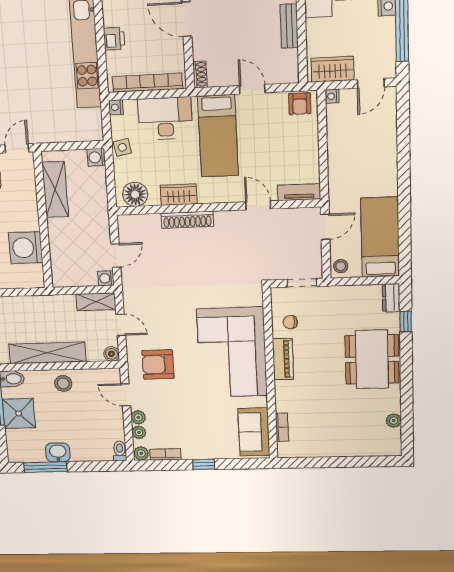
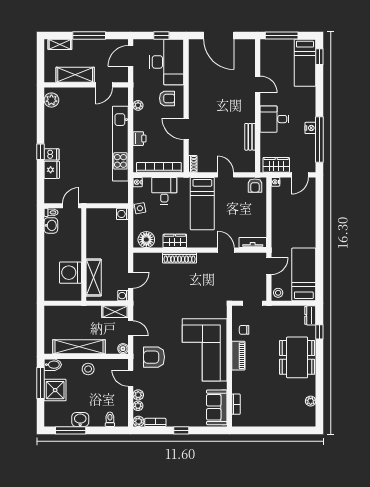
desk: (165, 118) -> (164, 191), width x0.73
shelving: (55, 190) -> (94, 278), moved
toilet: (120, 451) -> (110, 419), moved

